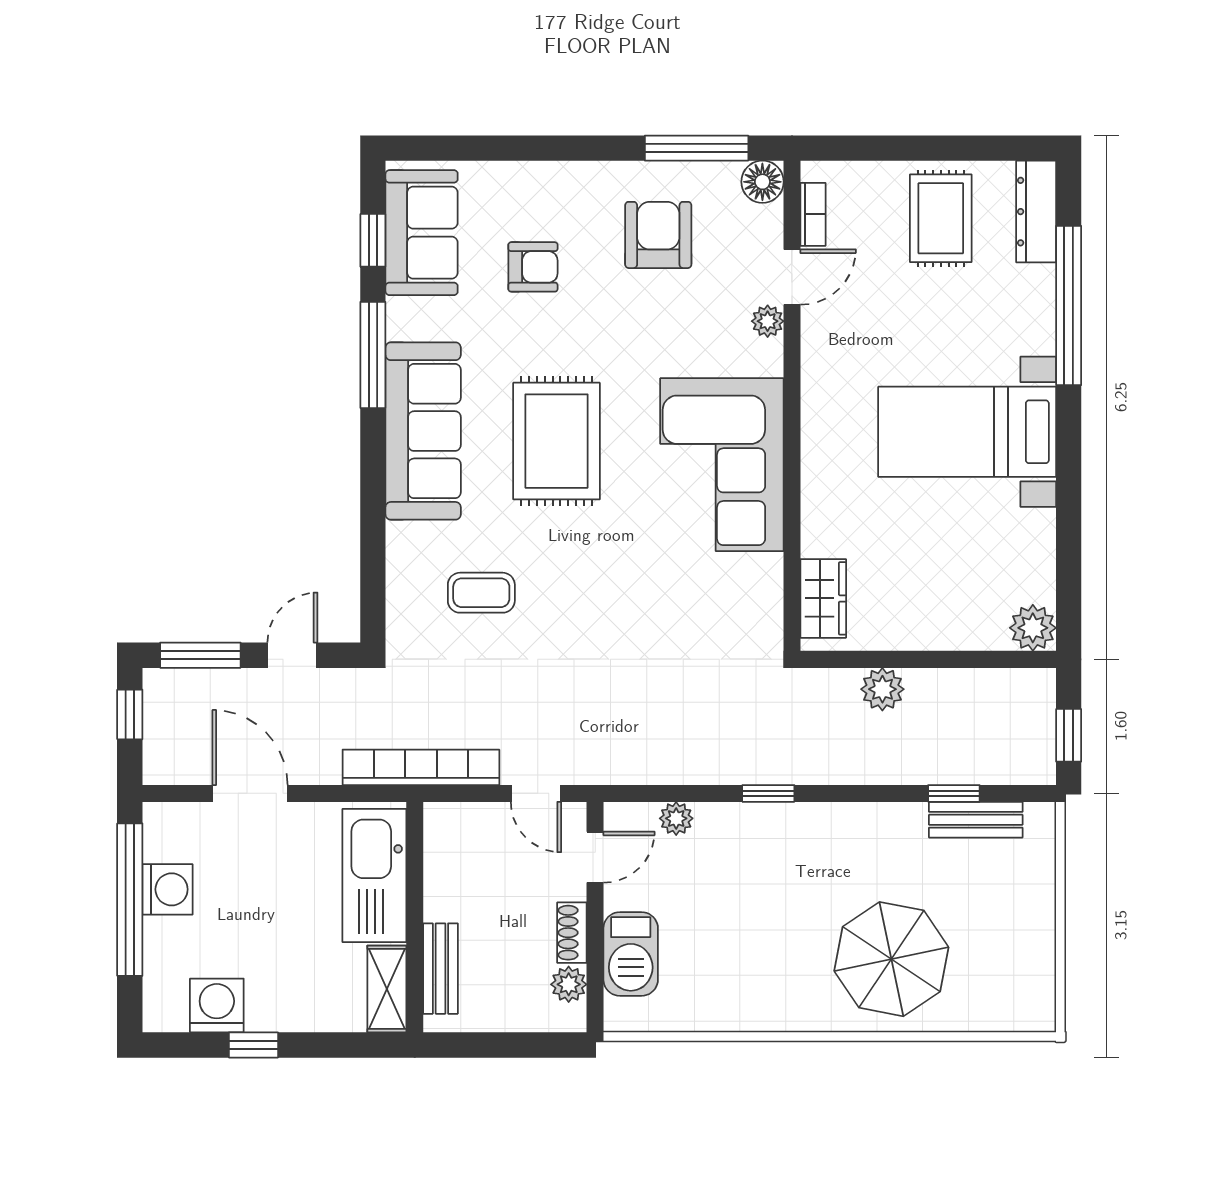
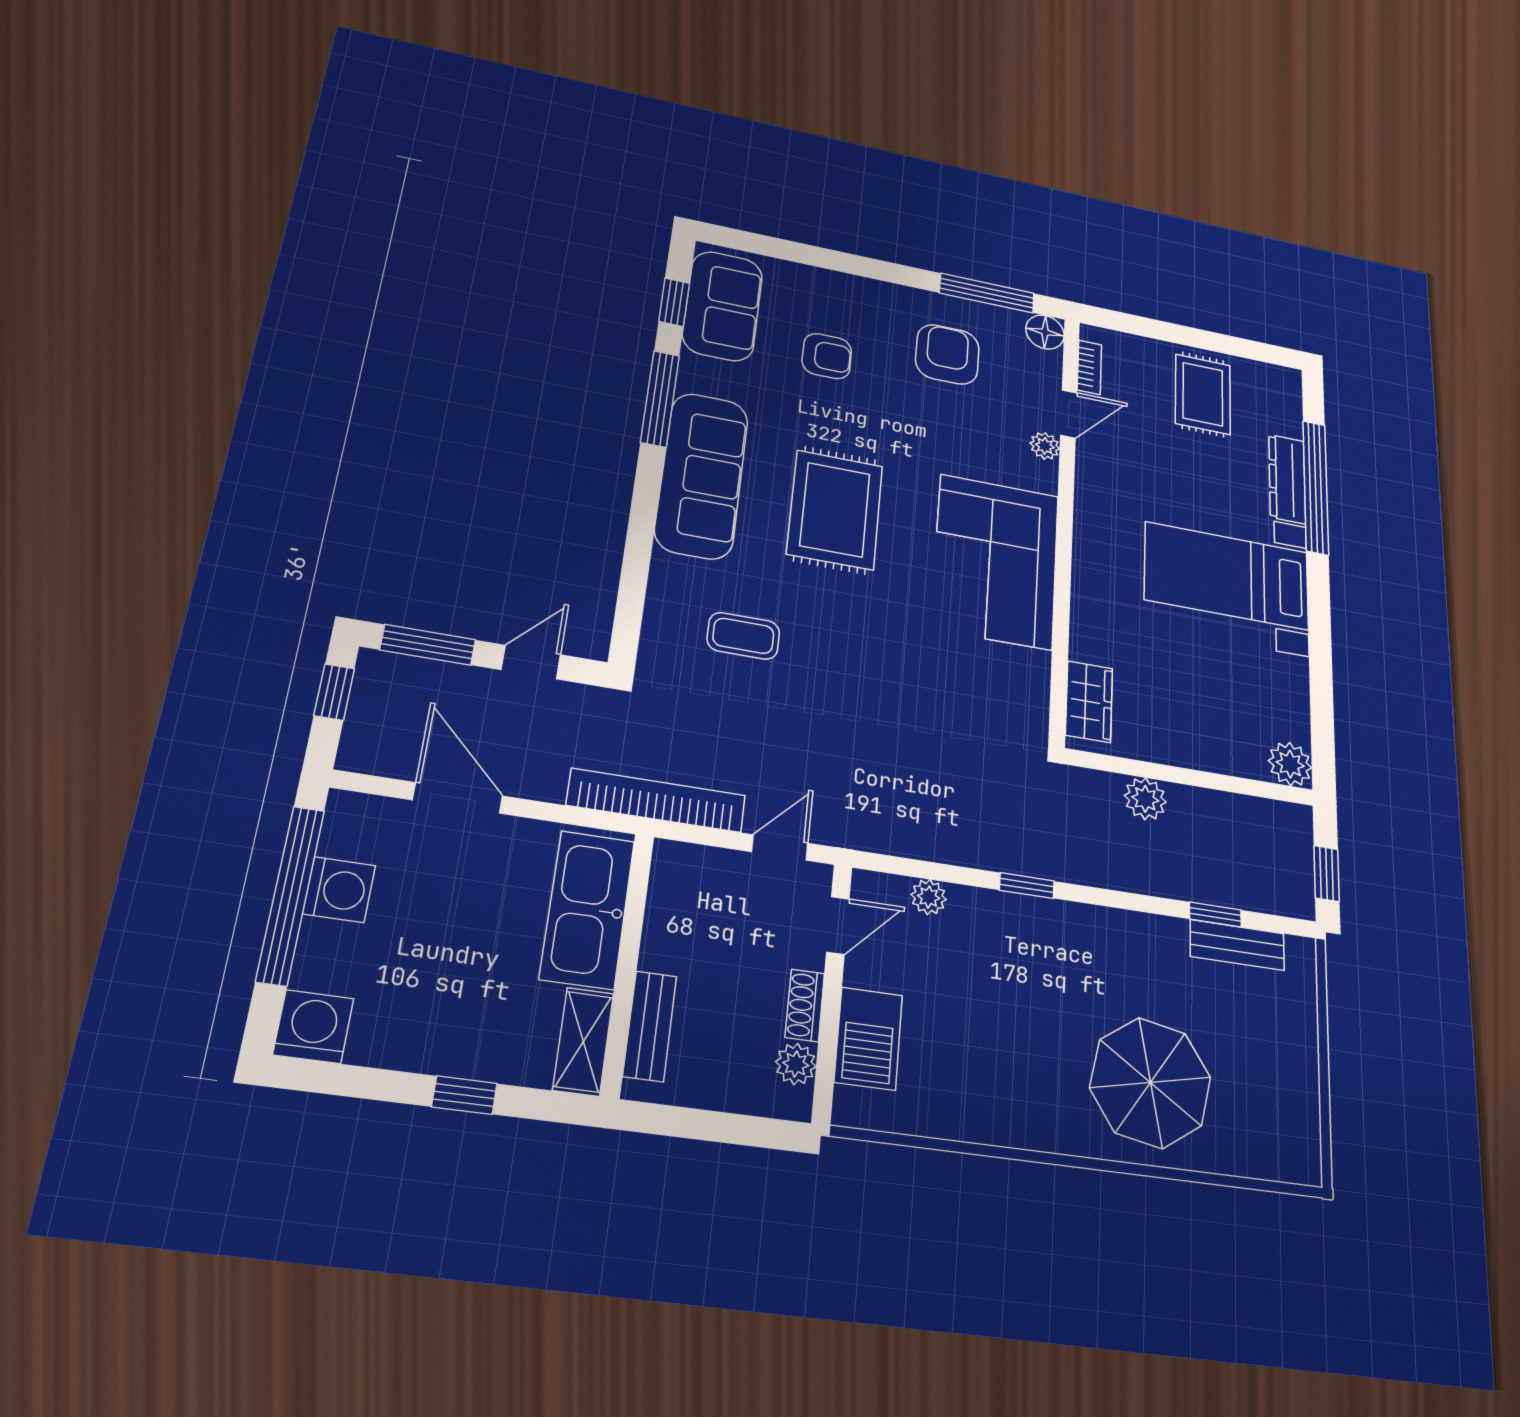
dresser: (1036, 212) -> (1287, 479), moved
door: (536, 793) -> (780, 848), swing flipped
washing machine: (217, 1005) -> (313, 1027), moved
window: (253, 1045) -> (464, 1095), moved

